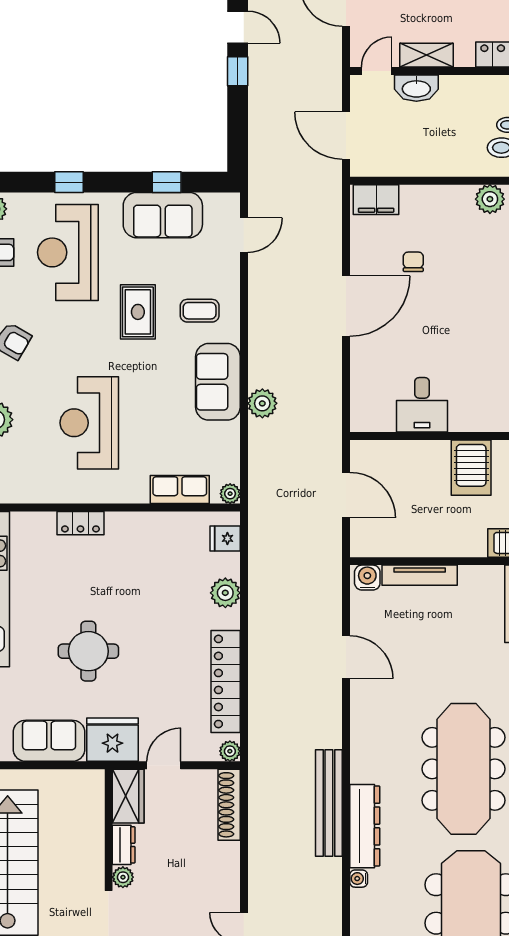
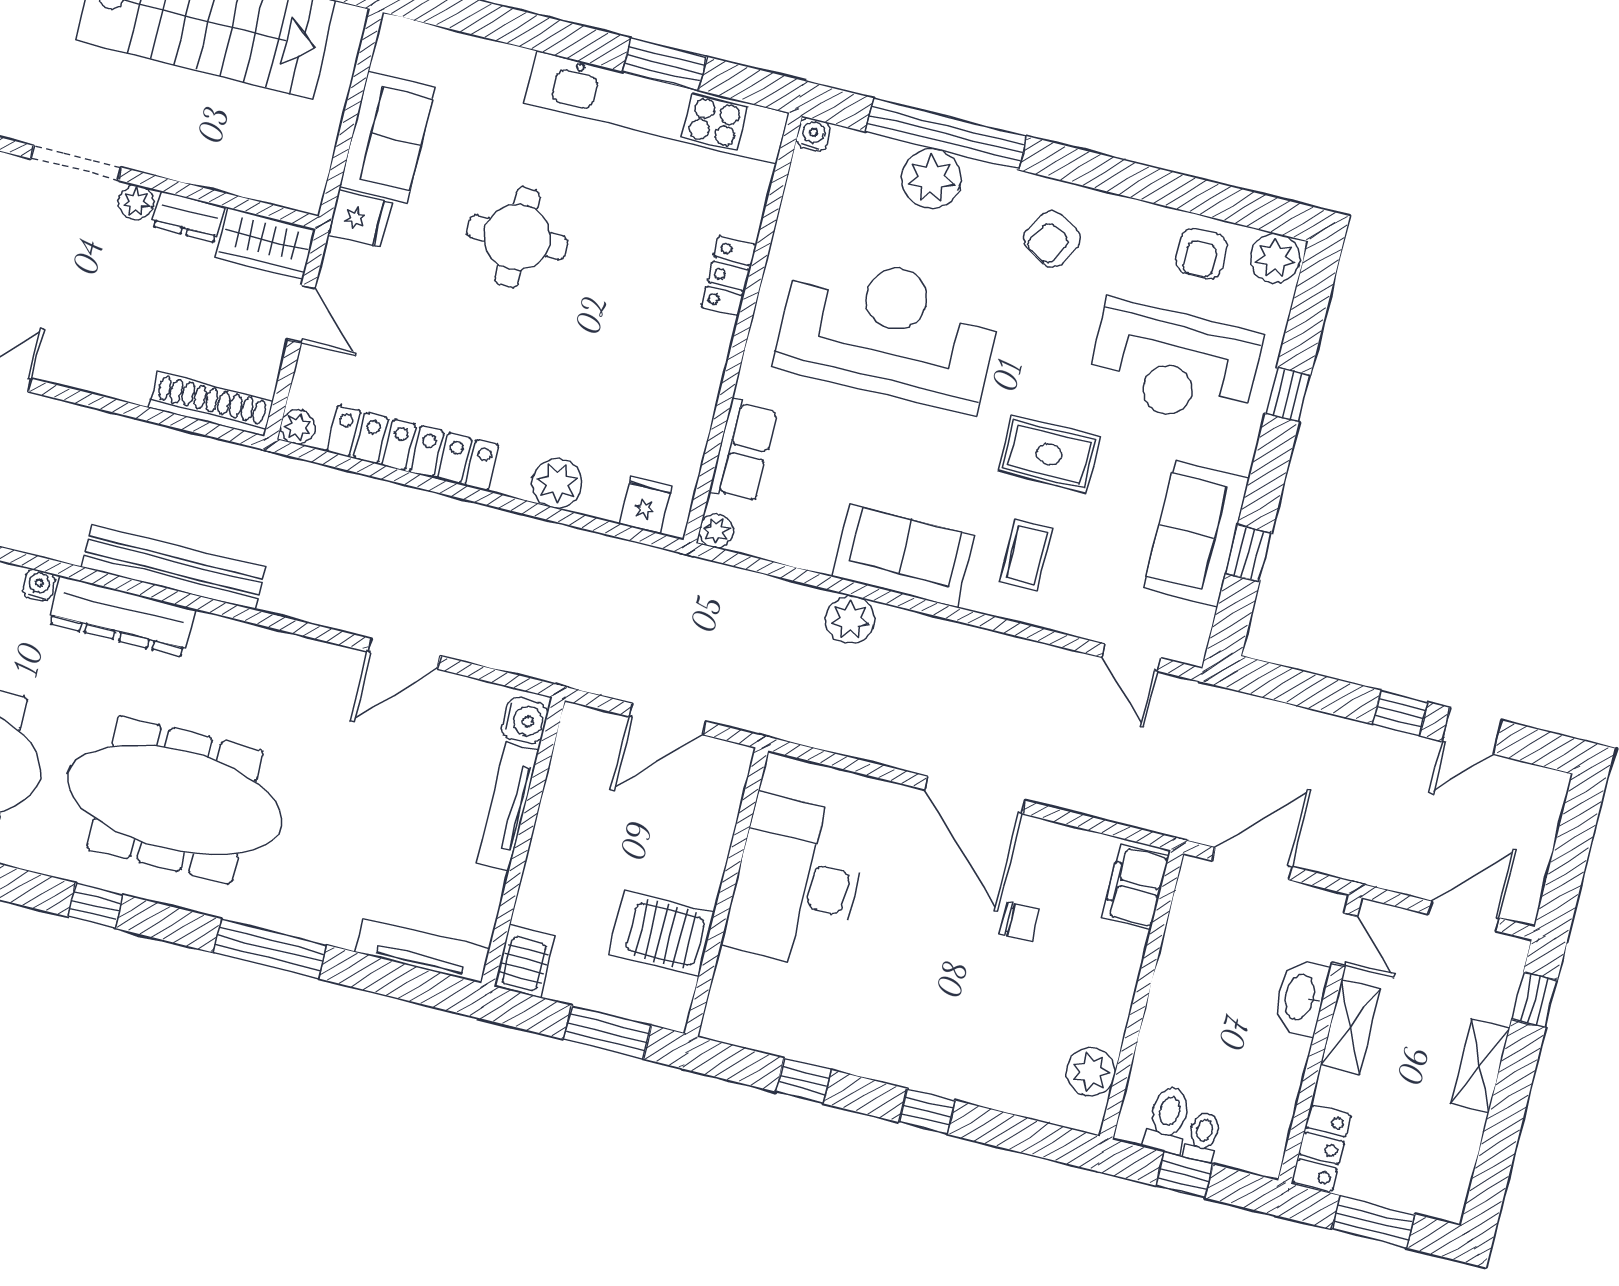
reception desk: (68, 252) -> (1174, 364), turned 180
desk: (422, 405) -> (797, 882), width x1.87, depth x1.30
reception desk: (89, 423) -> (888, 330), width x1.36, depth x1.30
fridge: (112, 740) -> (360, 219), width x0.53, depth x0.75

